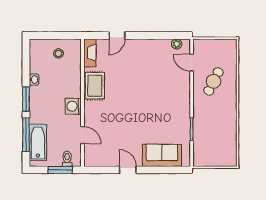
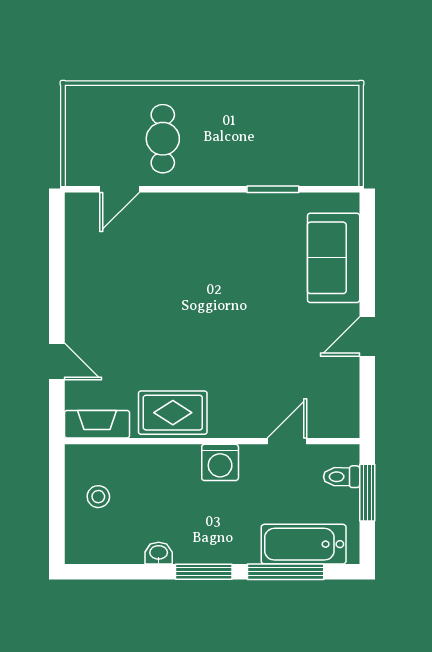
plant: (177, 44) -> (76, 224), removed
cafe table: (214, 81) -> (163, 139), turned 63

